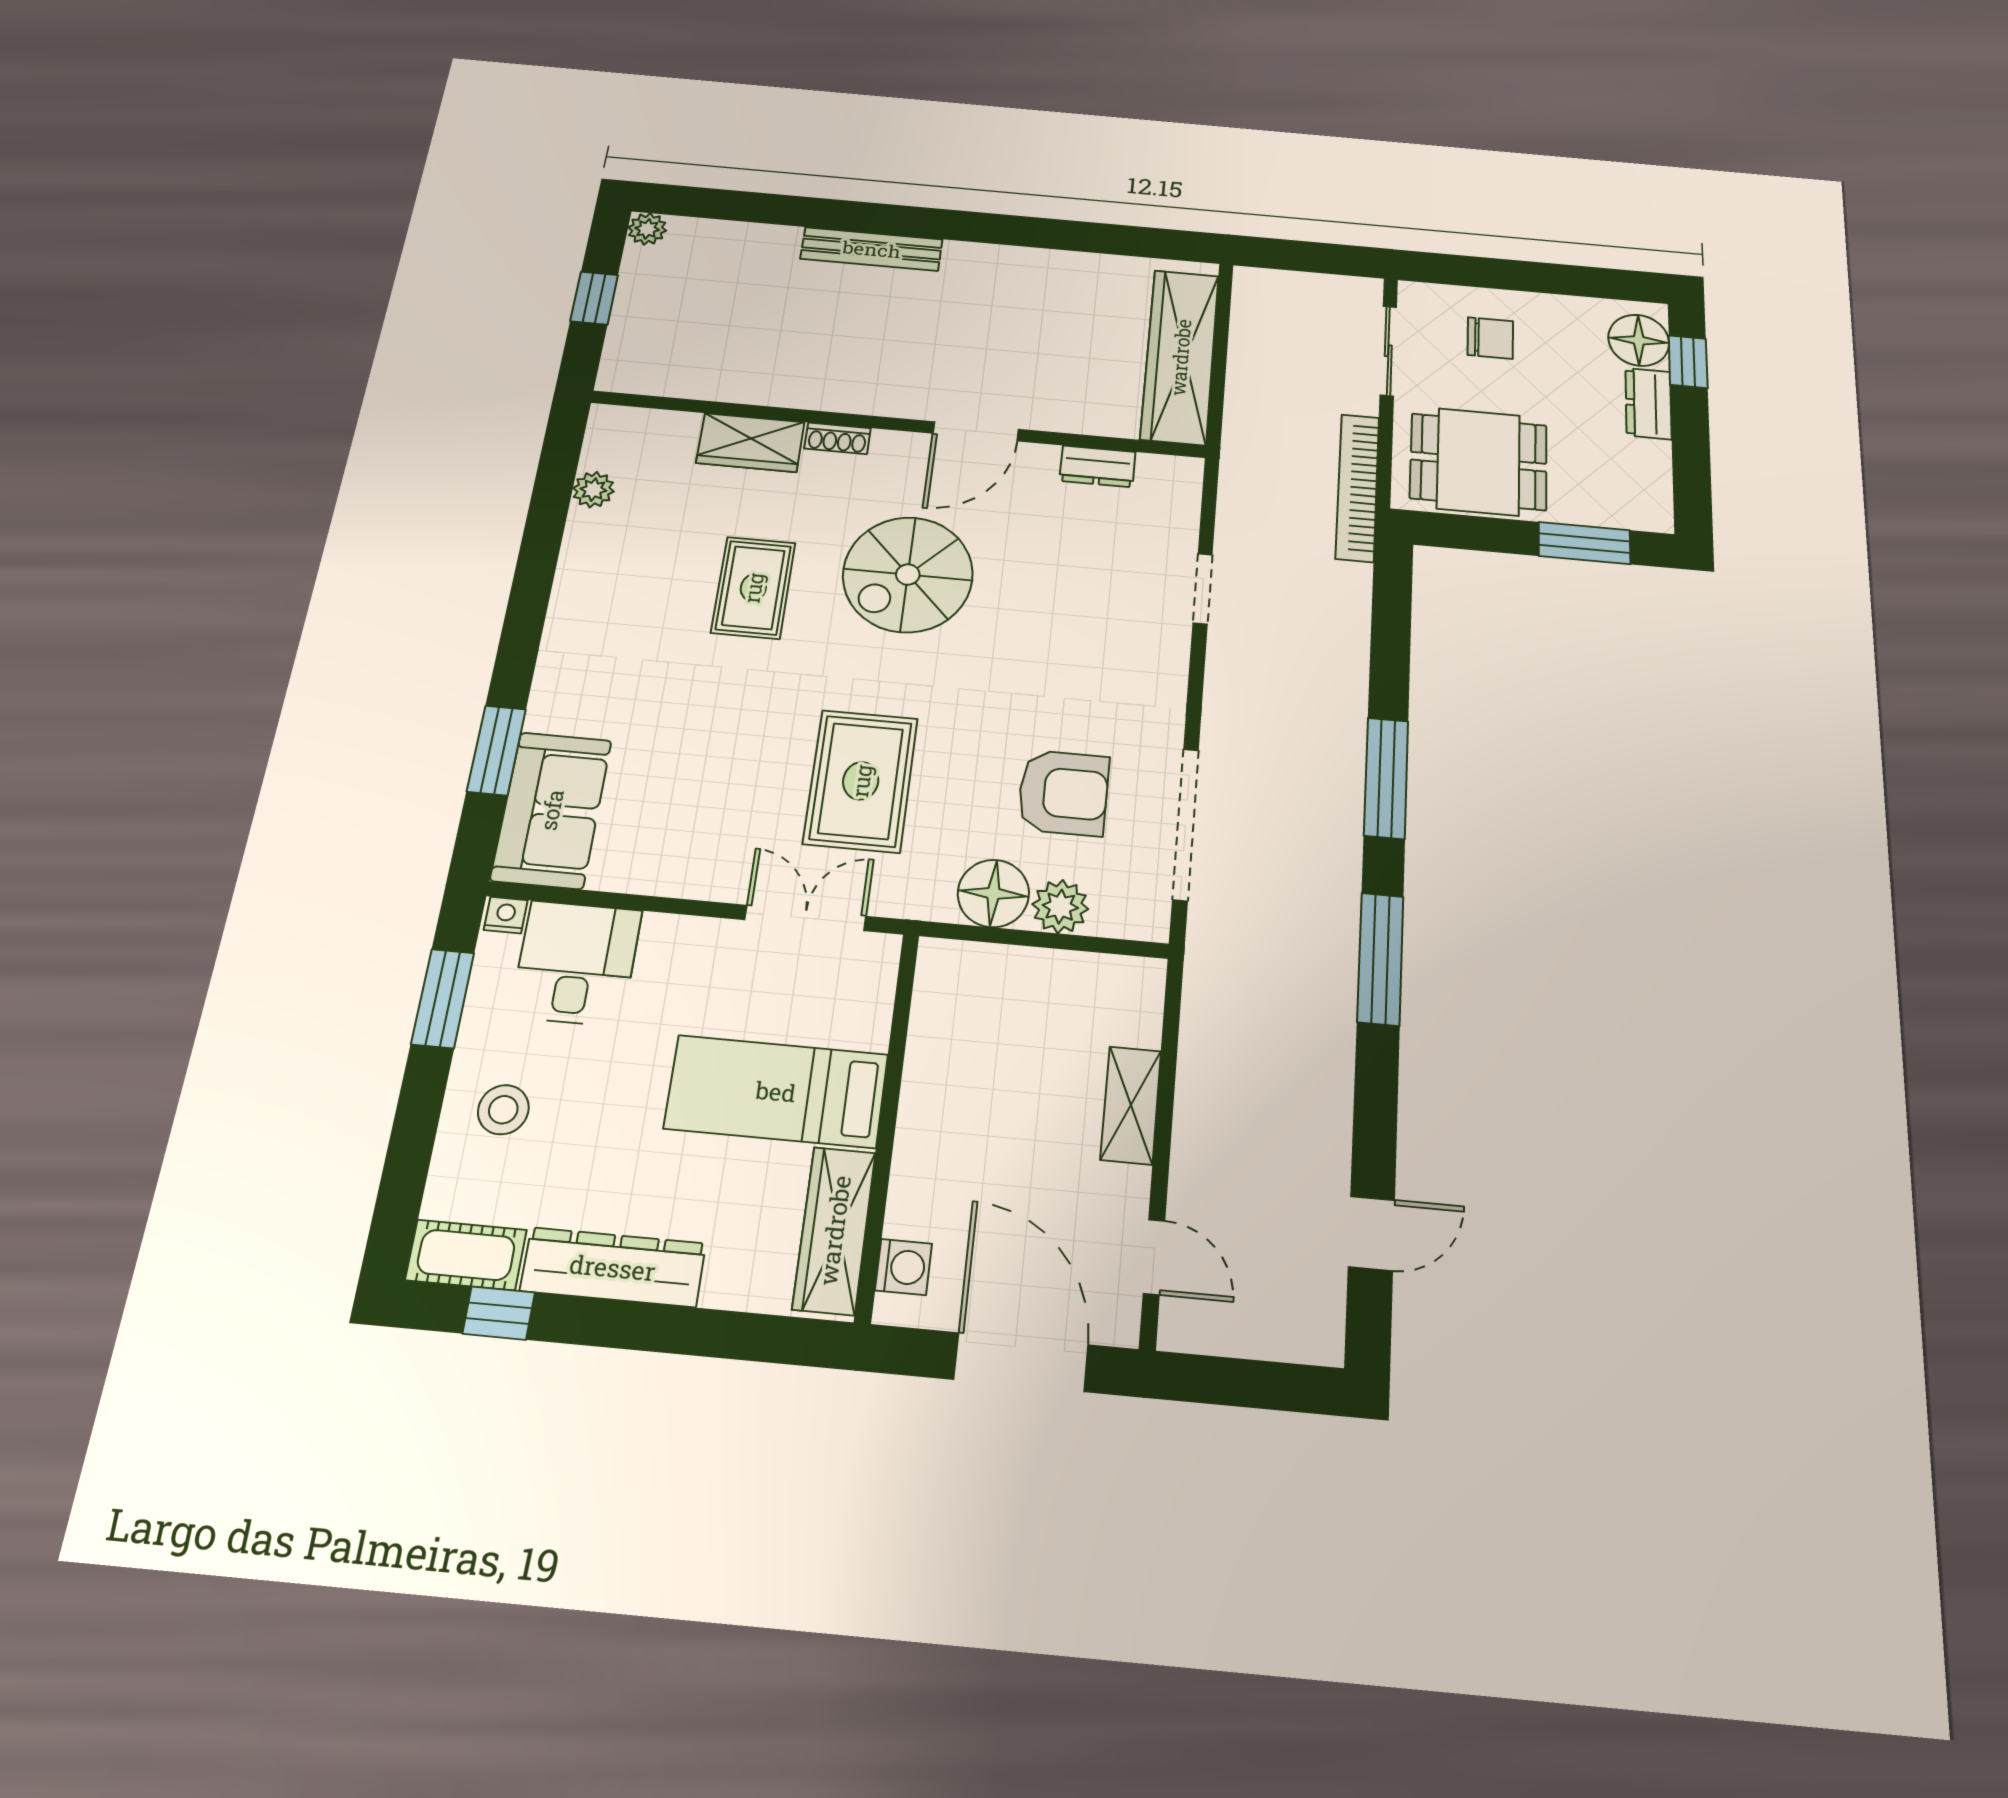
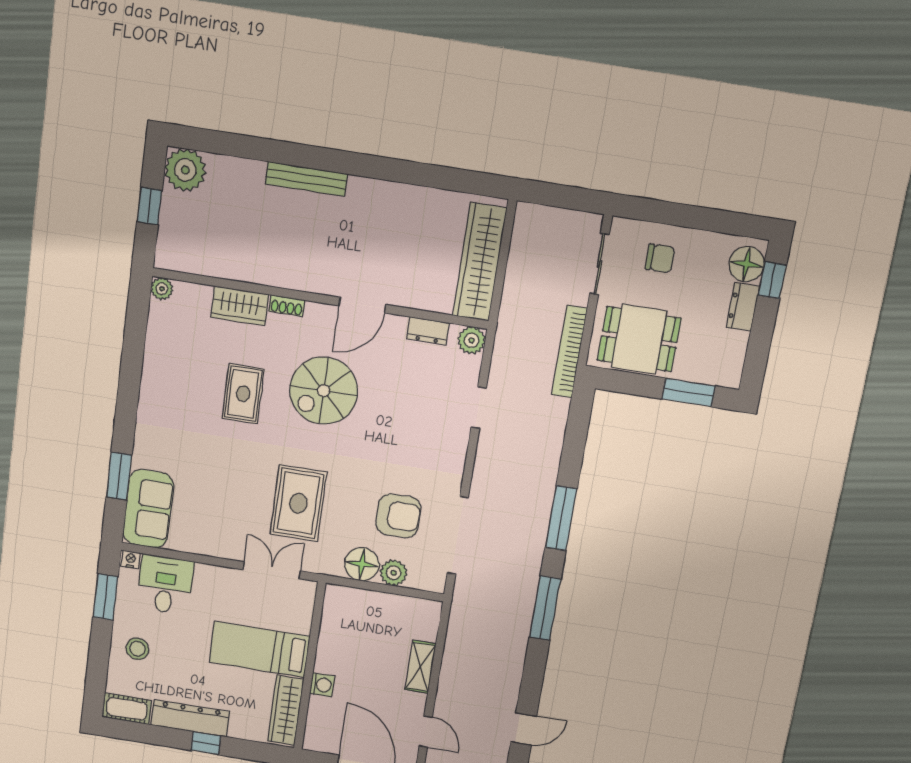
plant: (647, 229) -> (185, 170), width x1.88, depth x1.88
plant: (1178, 478) -> (472, 340), added
plant: (593, 490) -> (162, 289), moved
washing machine: (904, 1267) -> (322, 685), moved
window: (499, 1313) -> (206, 743), moved

